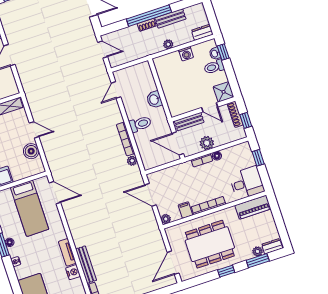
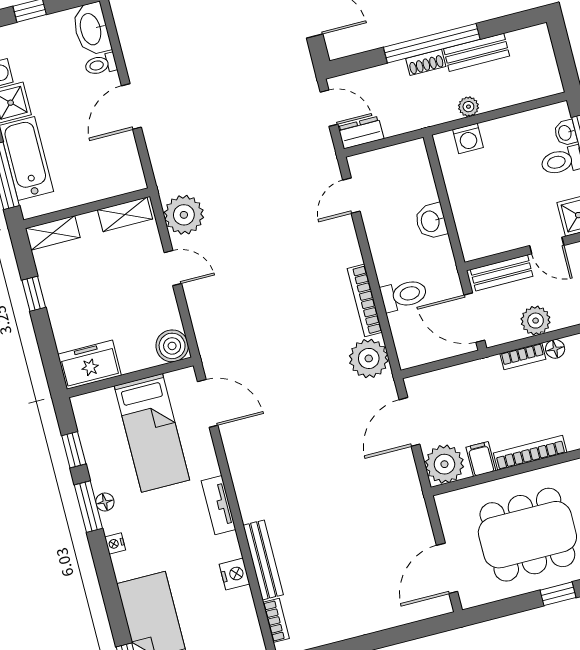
dresser: (202, 32) -> (361, 133), moved
washing machine: (186, 54) -> (468, 139), moved
plant: (38, 104) -> (184, 215), added
toilet: (140, 124) -> (404, 295), moved
boiler: (31, 151) -> (172, 346), moved
plant: (132, 161) -> (369, 358), width x1.87, depth x1.87
door: (151, 195) -> (409, 422), hinge flipped
plant: (166, 219) -> (444, 464), width x1.88, depth x1.88
tv unit: (67, 252) -> (219, 505), moved

